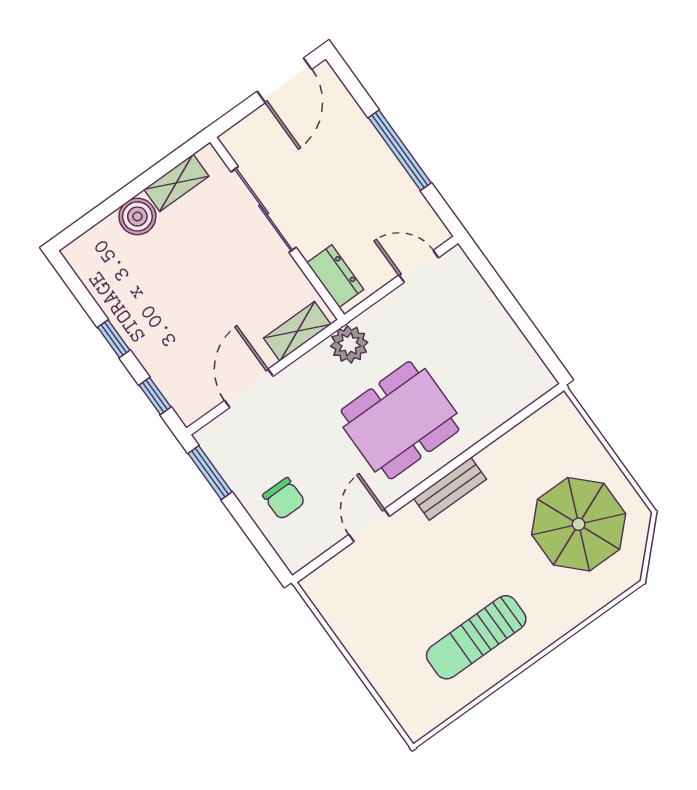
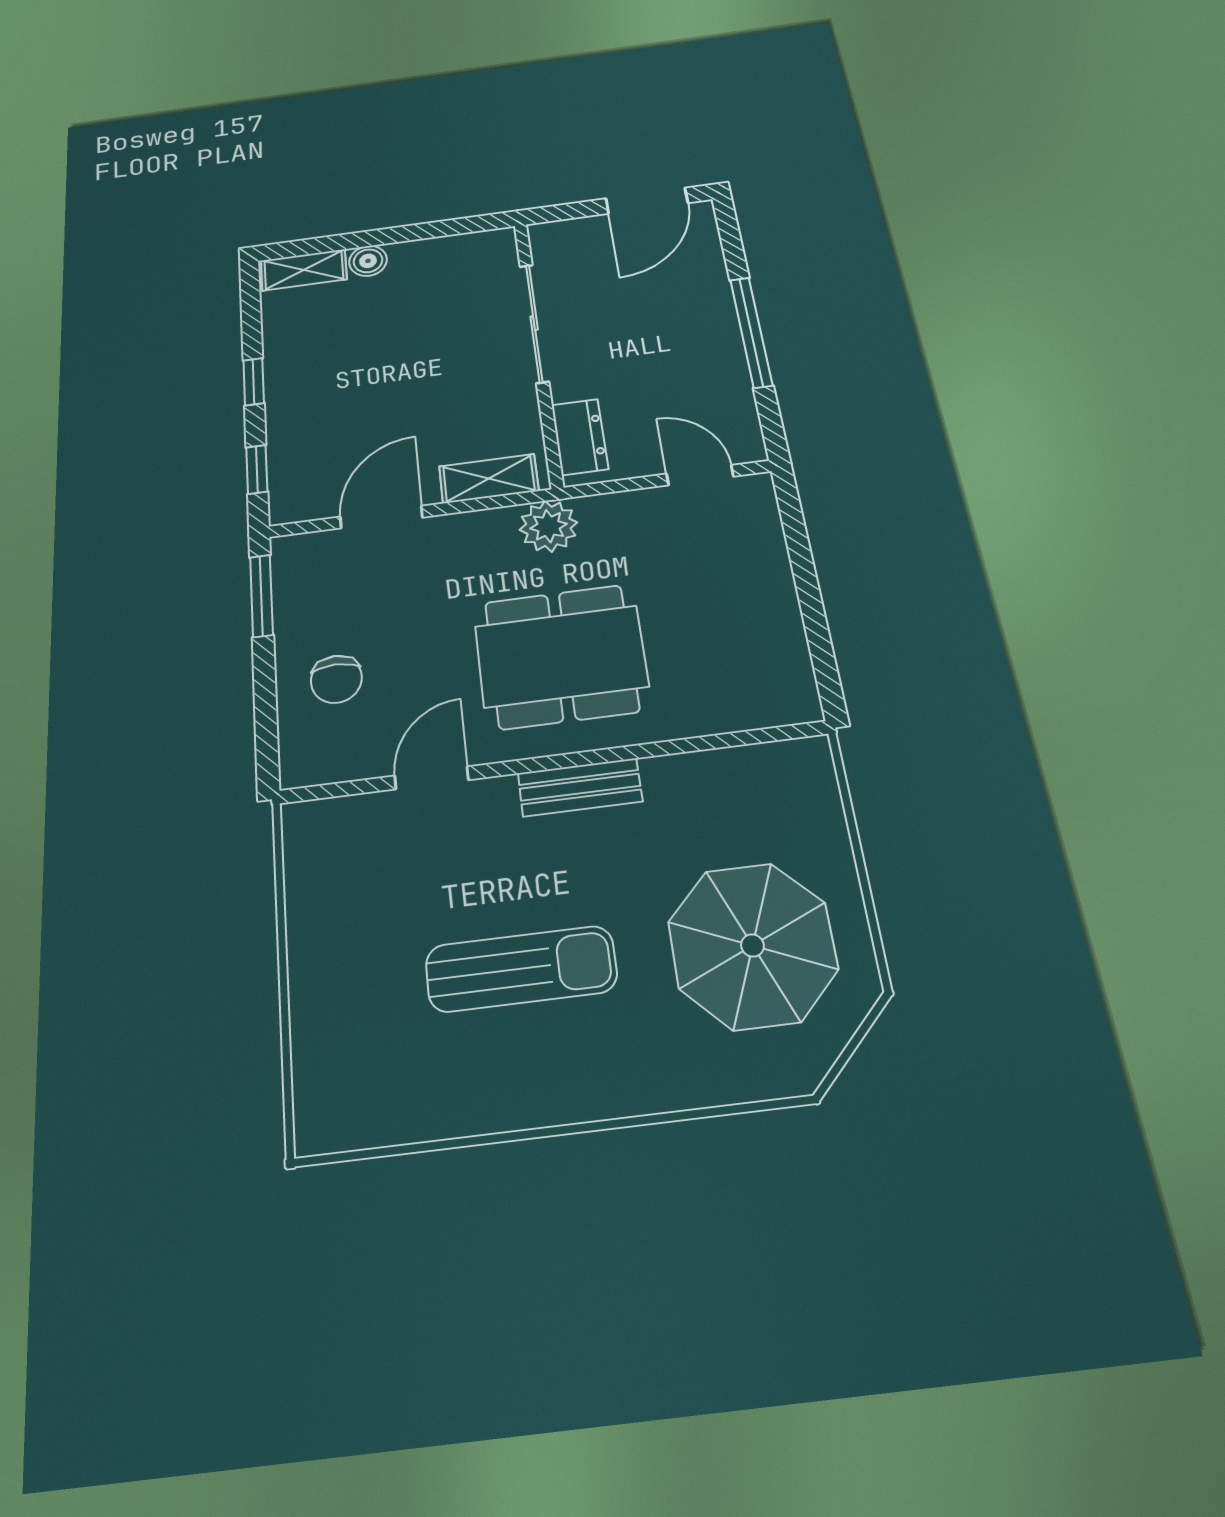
shelving: (176, 183) -> (304, 270), moved
boiler: (137, 216) -> (368, 261), width x0.73, depth x0.73
sun lounger: (476, 637) -> (521, 969), moved, turned 180

